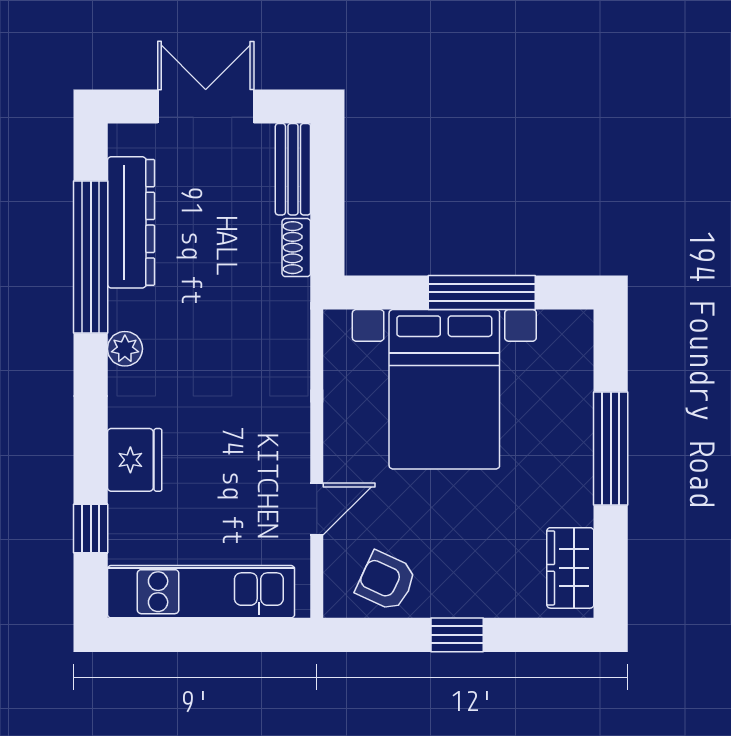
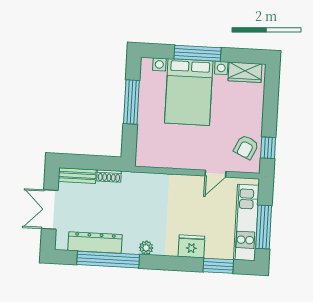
bed with nightstands: (444, 389) -> (189, 92), moved, turned 90
door: (317, 509) -> (215, 174), swing flipped
window: (91, 529) -> (218, 266), width x1.50
window: (192, 635) -> (264, 227), added
window: (457, 635) -> (268, 148), moved

